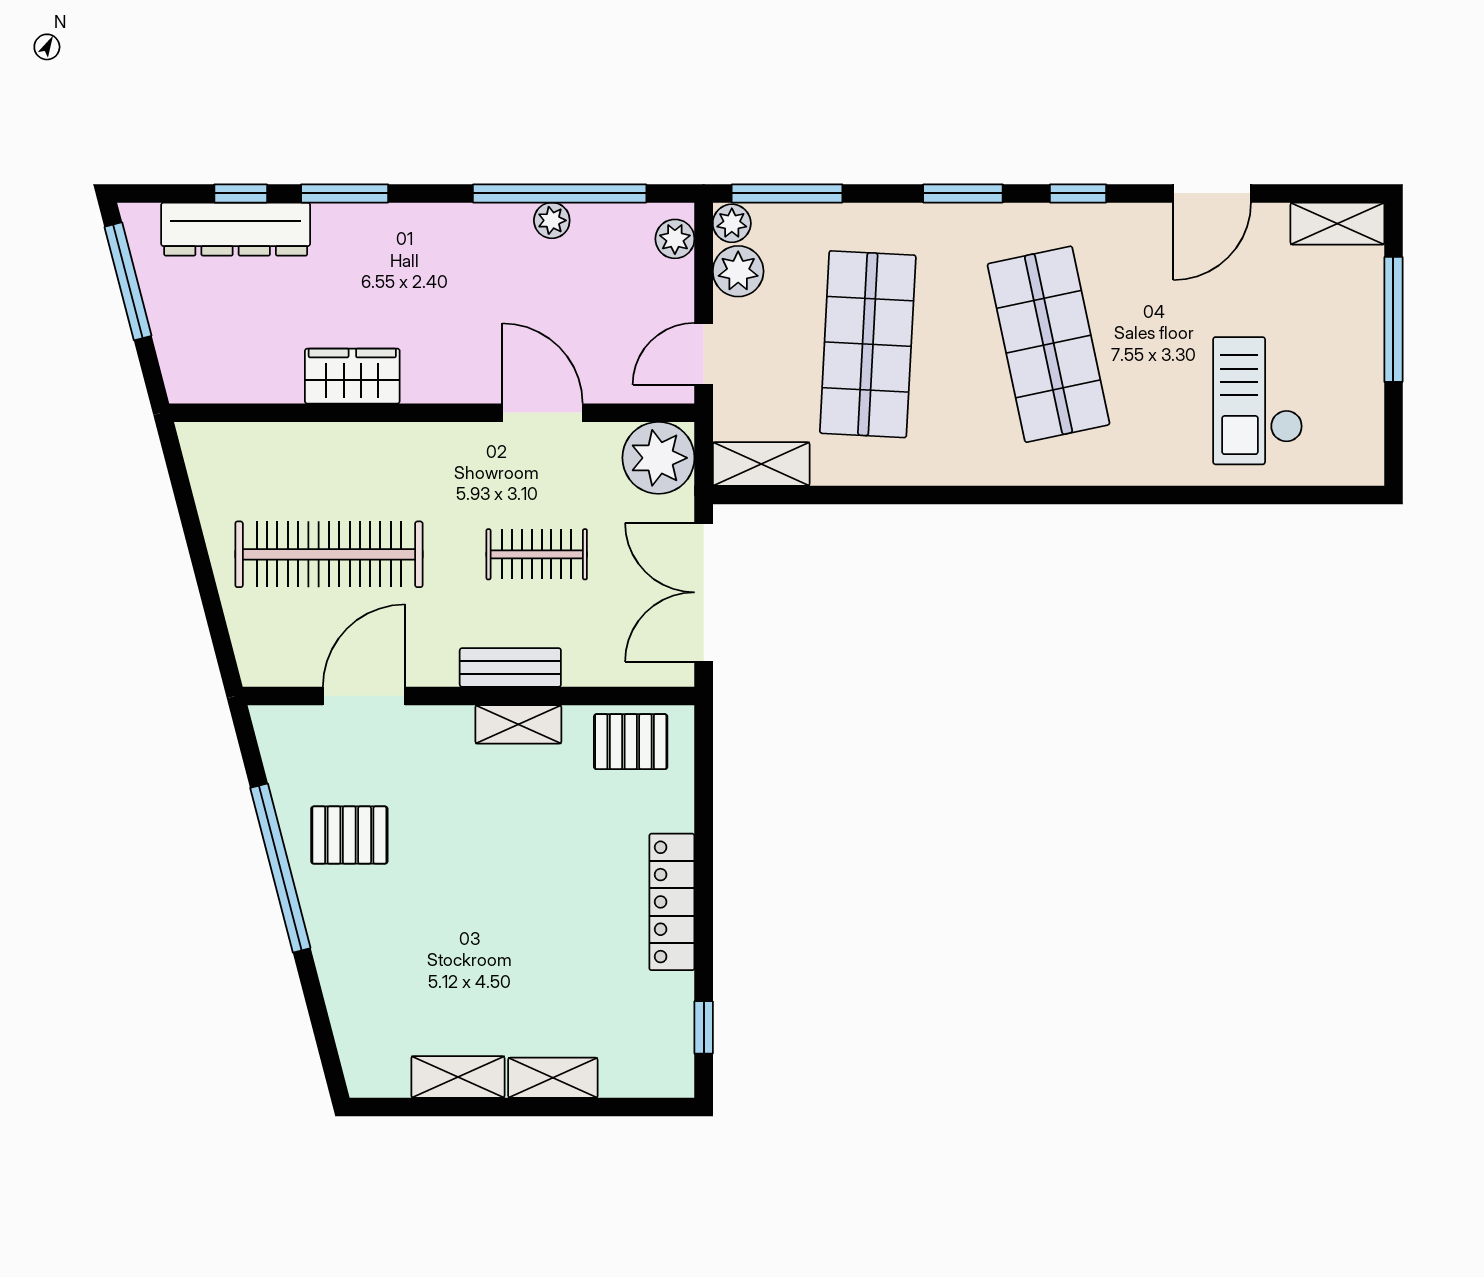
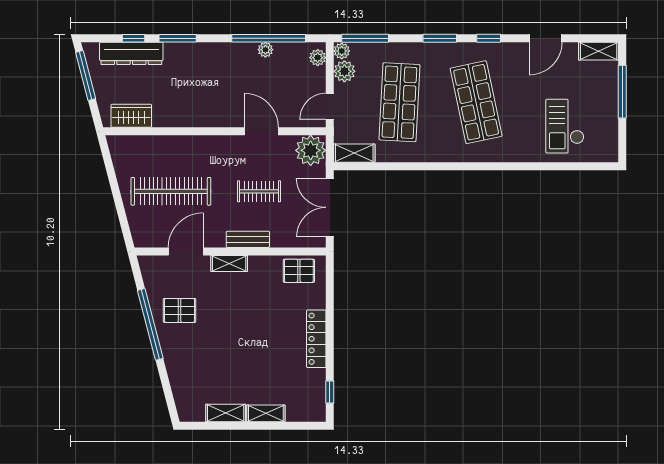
wardrobe: (352, 376) -> (131, 116), moved
shelving: (518, 724) -> (229, 263), moved

